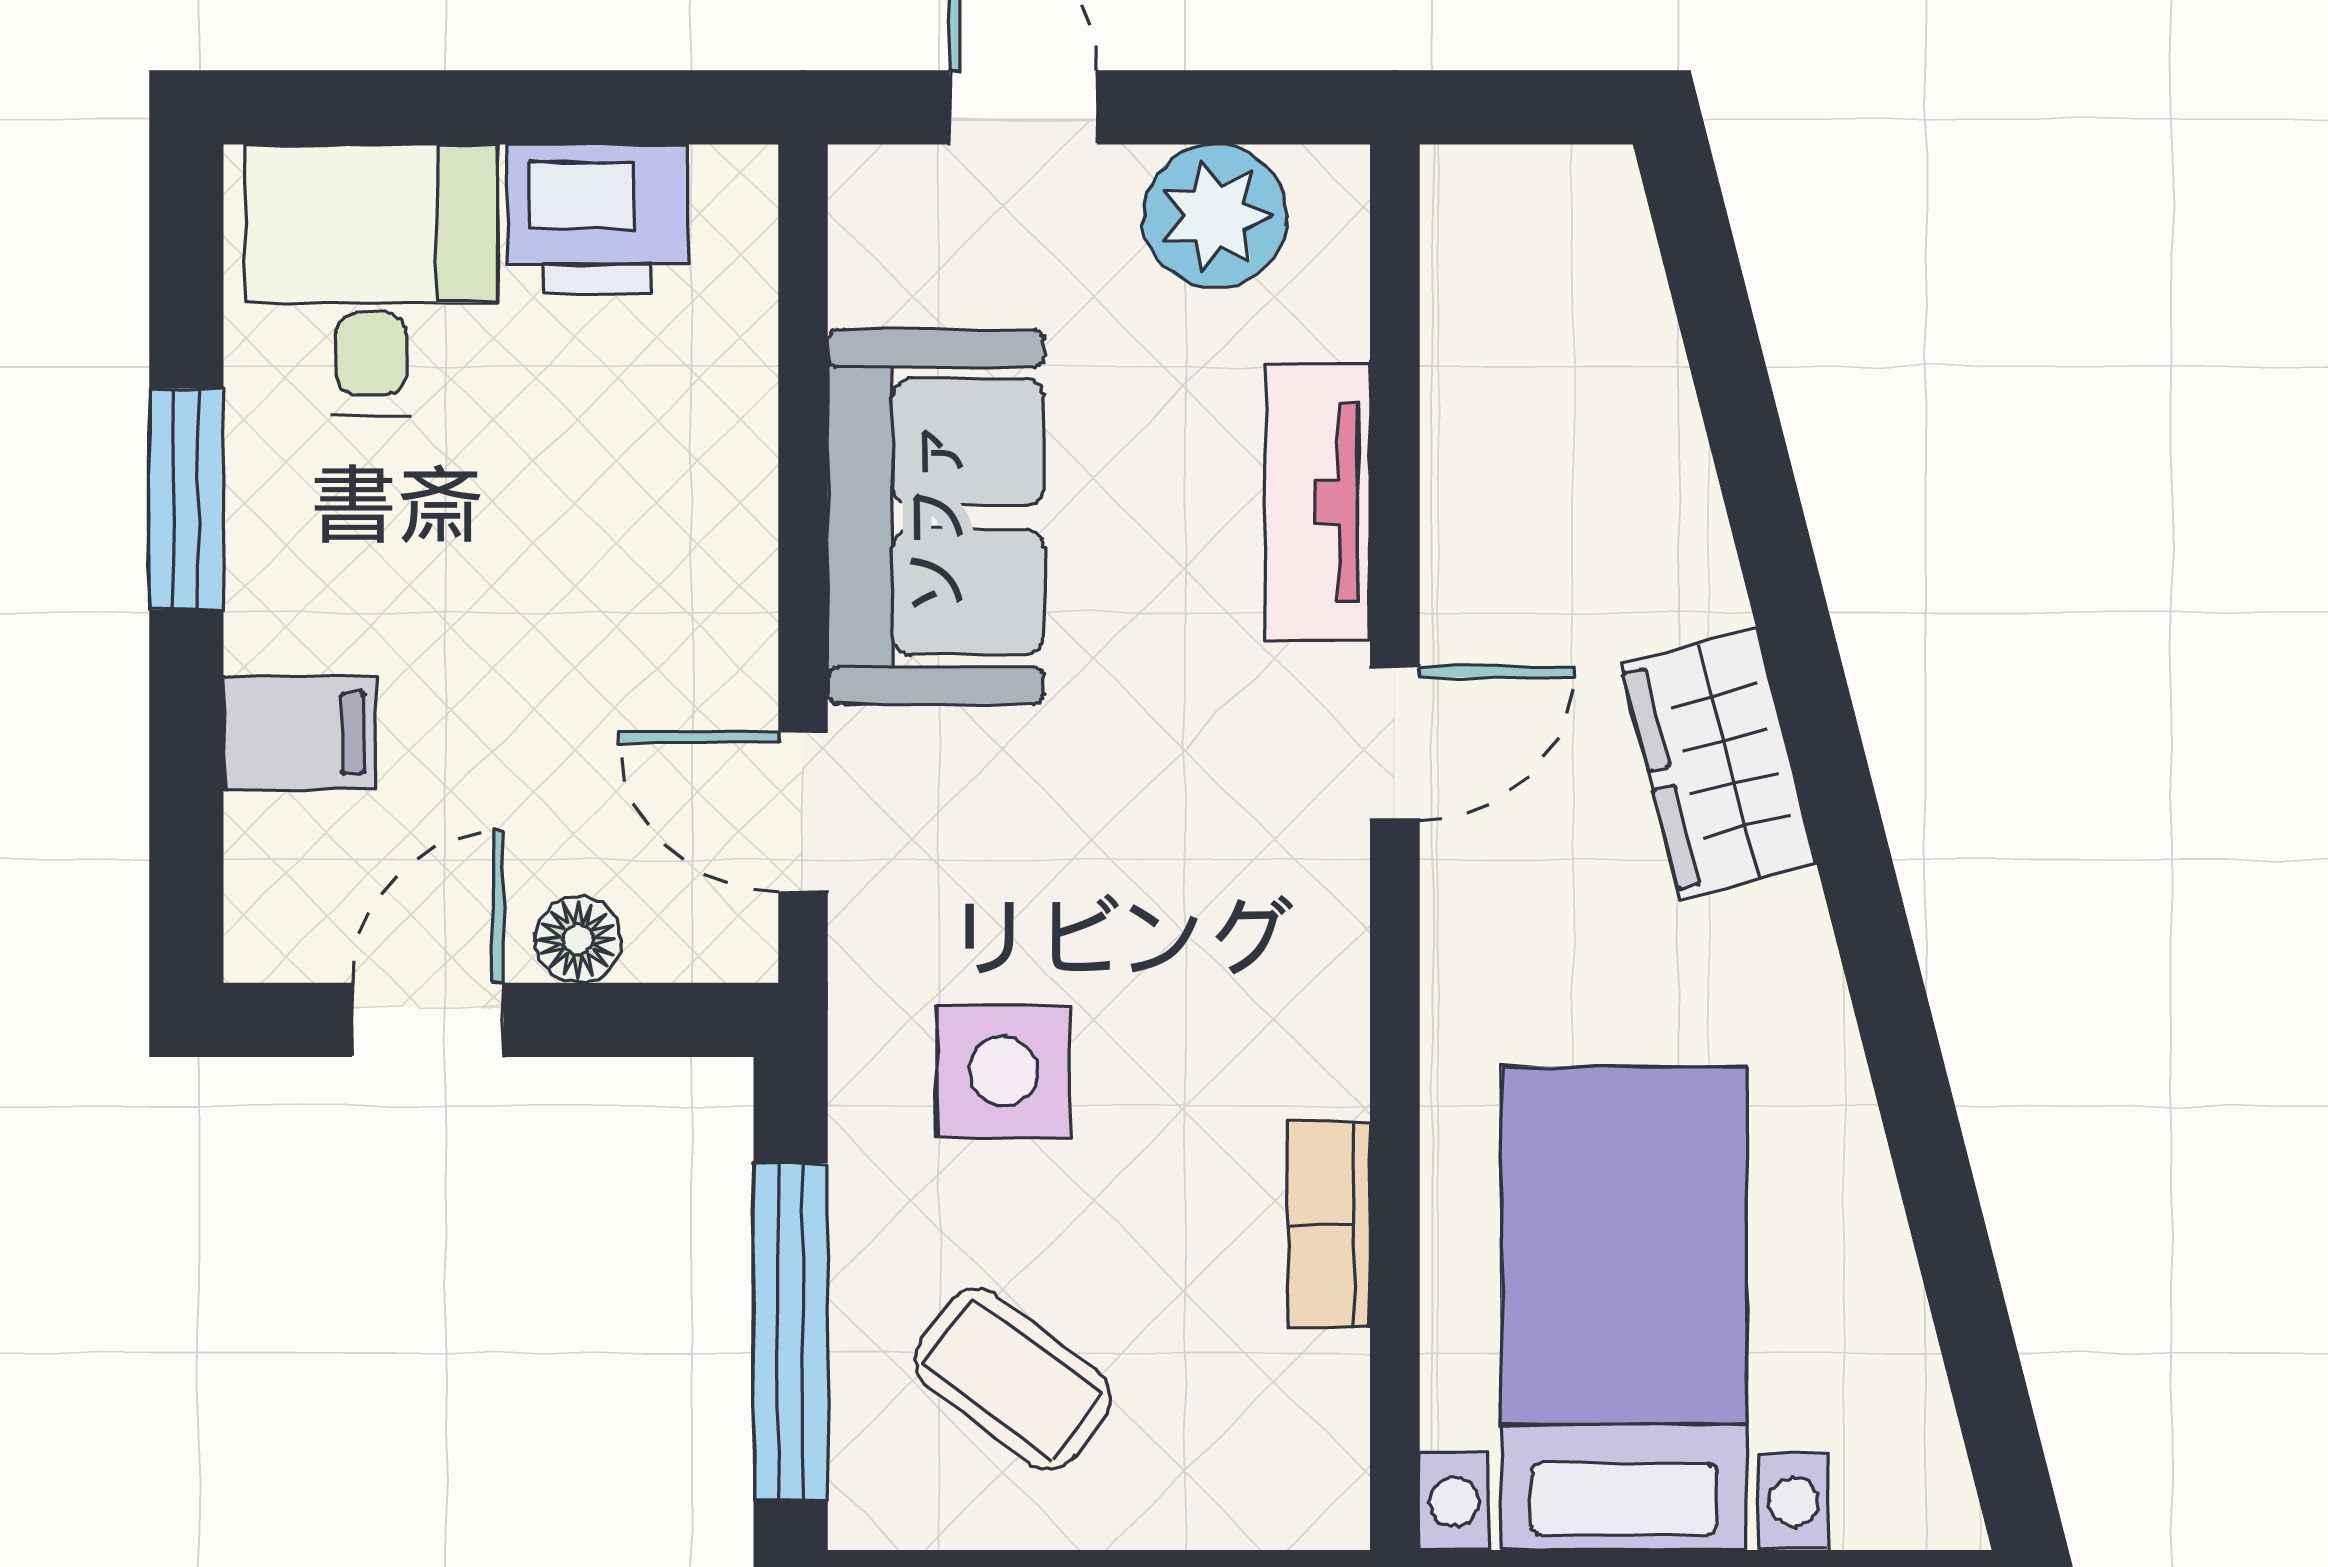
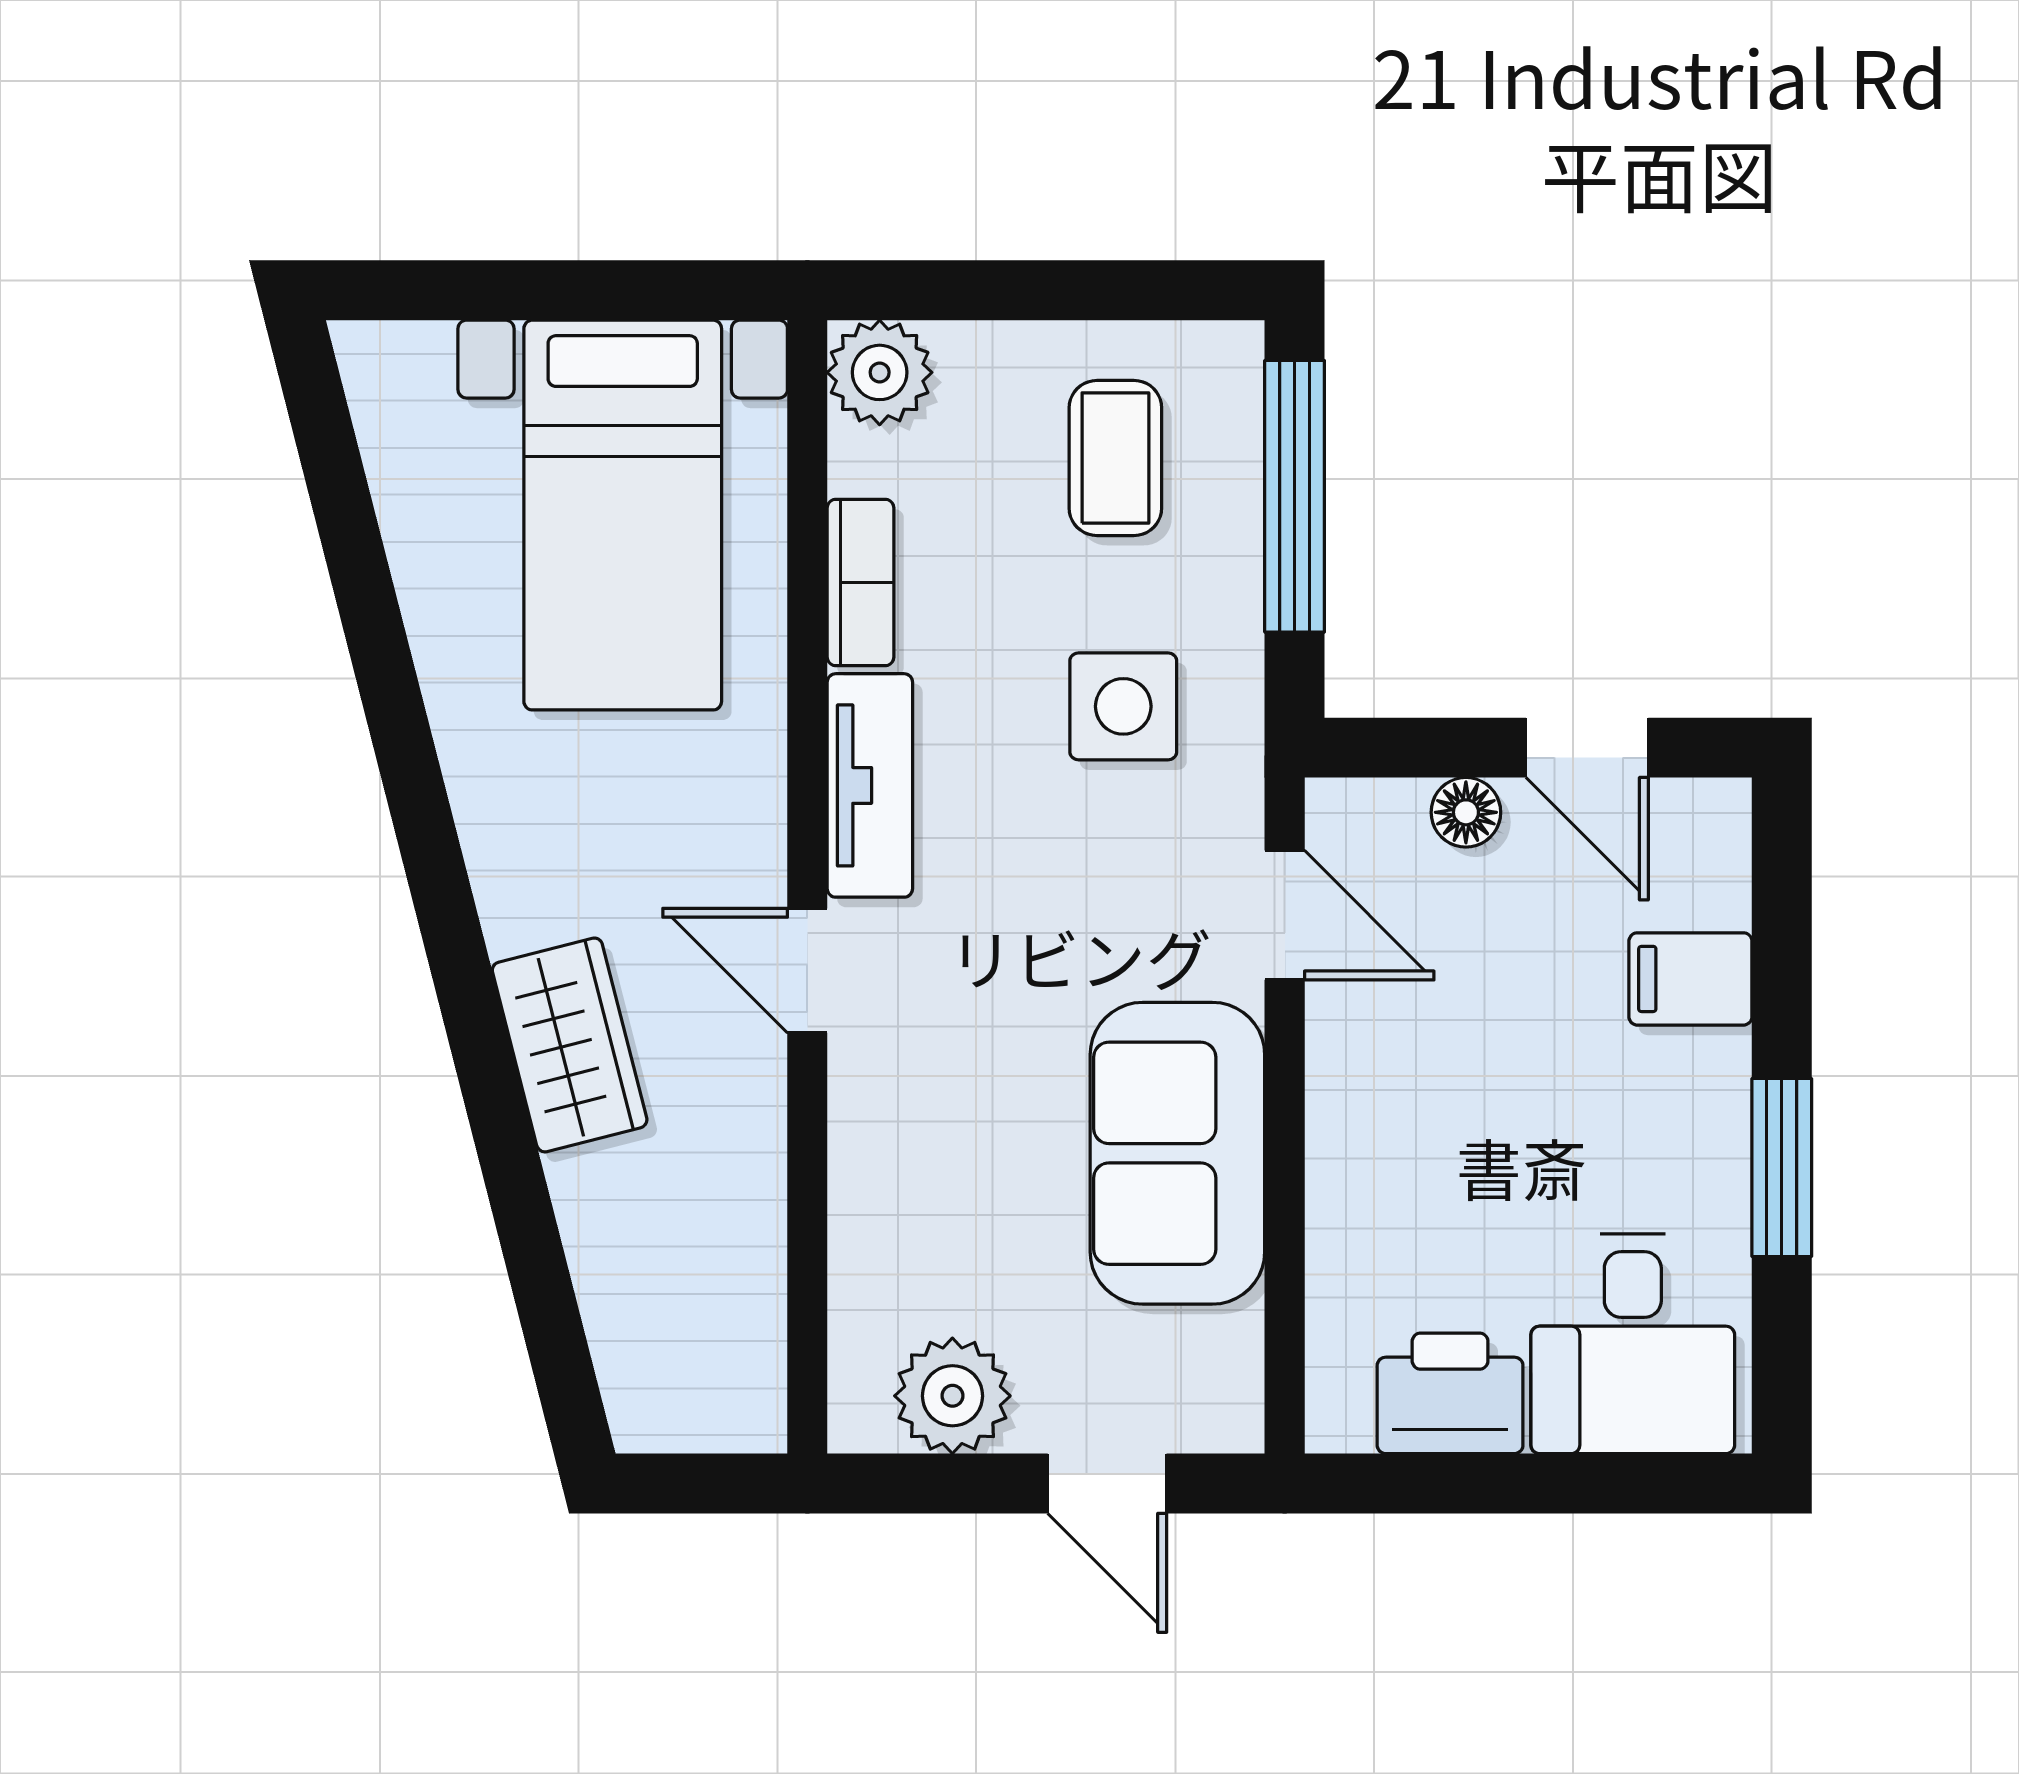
tv unit: (1317, 502) -> (870, 785), moved
door: (1395, 743) -> (807, 971), hinge flipped
wardrobe: (1719, 764) -> (570, 1045), moved
door: (428, 1020) -> (1587, 748), hinge flipped
coffee table: (1013, 1379) -> (1115, 458), turned 53
plant: (1305, 1485) -> (880, 372), added

